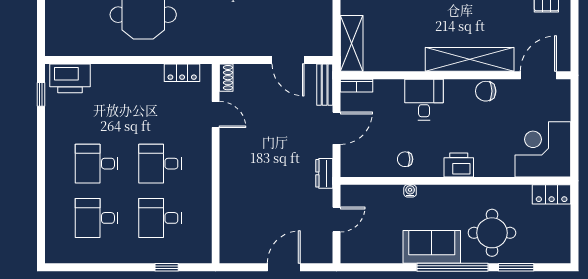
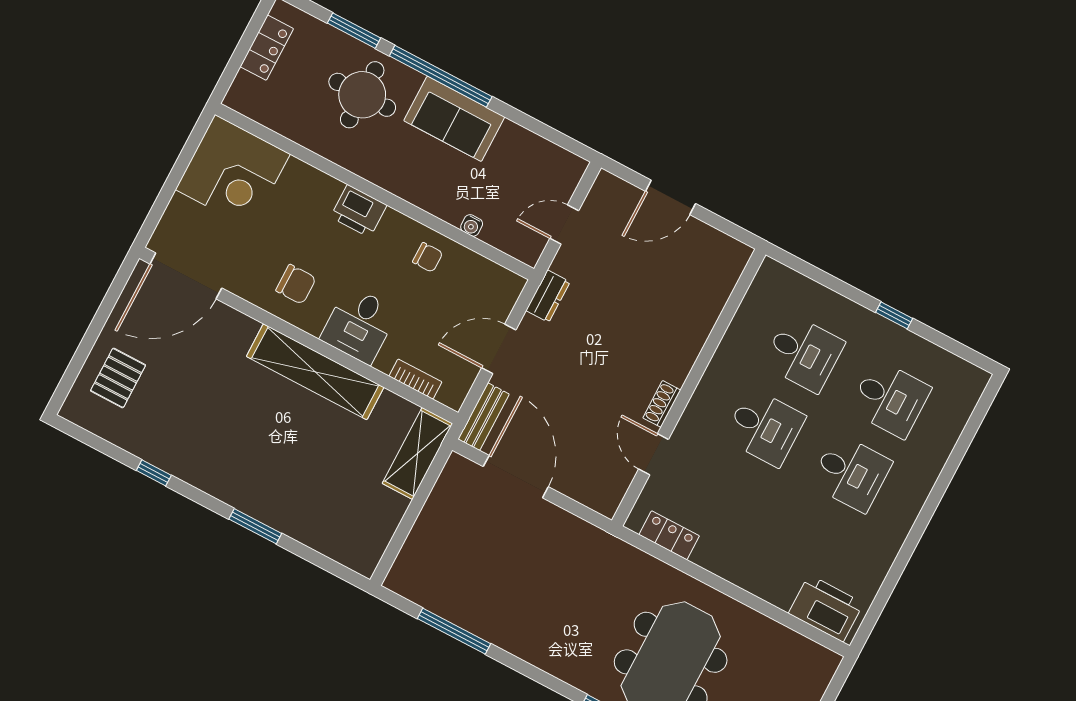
shelving: (470, 59) -> (315, 372), moved
door: (288, 60) -> (516, 477), width x1.36
door: (538, 75) -> (186, 276), width x1.36
shoe rack: (226, 78) -> (662, 404), moved
bookcase: (357, 86) -> (415, 379), moved
chair: (486, 91) -> (296, 284), moved
window: (41, 94) -> (877, 607), removed
water cooler: (410, 191) -> (472, 225), moved
locker: (552, 194) -> (267, 48), moved, turned 90
window: (167, 267) -> (894, 315), moved

